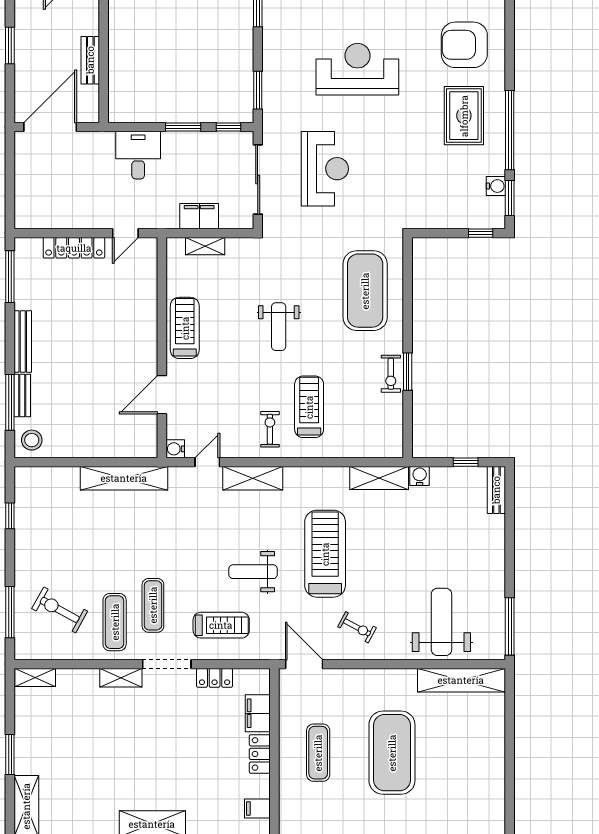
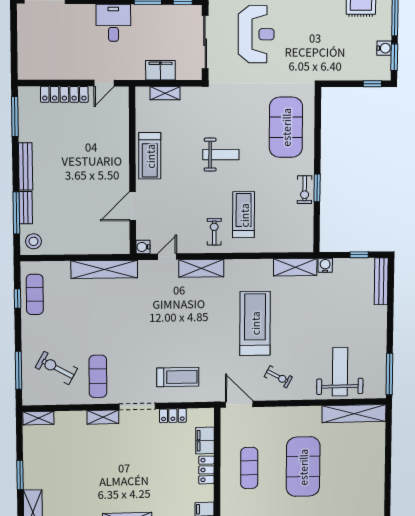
weight bench: (279, 327) -> (221, 155), turned -90
treadmill: (185, 328) -> (150, 156), turned 180
bench: (496, 490) -> (381, 281), width x1.36
weight bench: (253, 572) -> (202, 337), removed
exercise mat: (153, 605) -> (35, 294), moved

